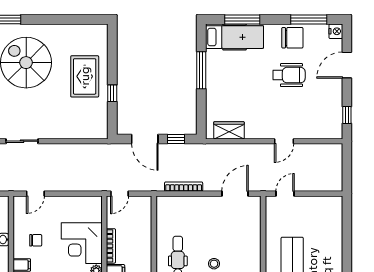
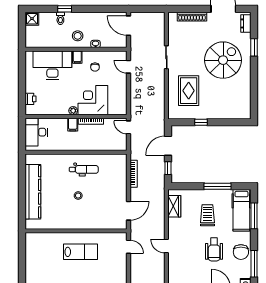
rug: (85, 76) -> (189, 91), moved, turned 90
trolley: (241, 84) -> (207, 215), added
door: (235, 194) -> (129, 211), hinge flipped

